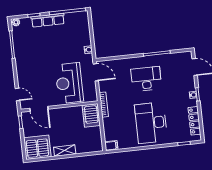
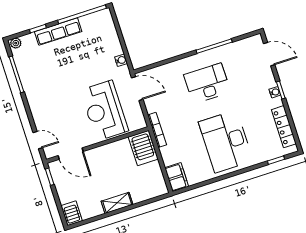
filing cabinet: (111, 146) -> (177, 177), width x2.00
server rack: (37, 147) -> (72, 213), width x0.46, depth x0.70

